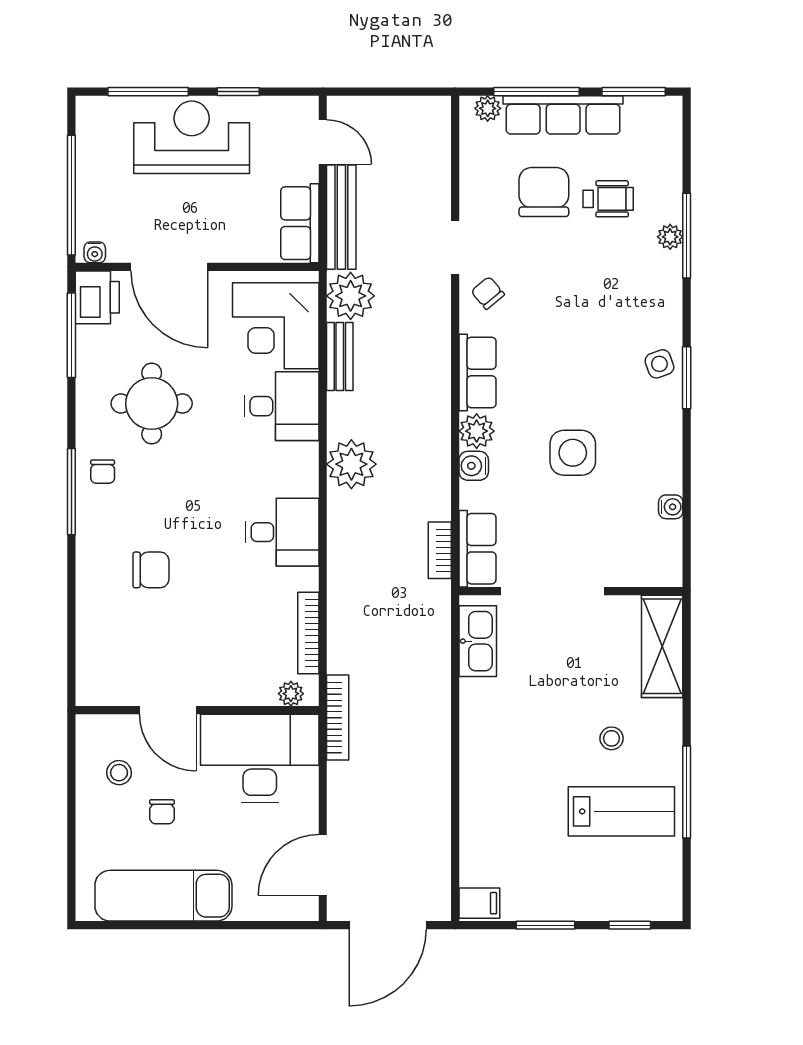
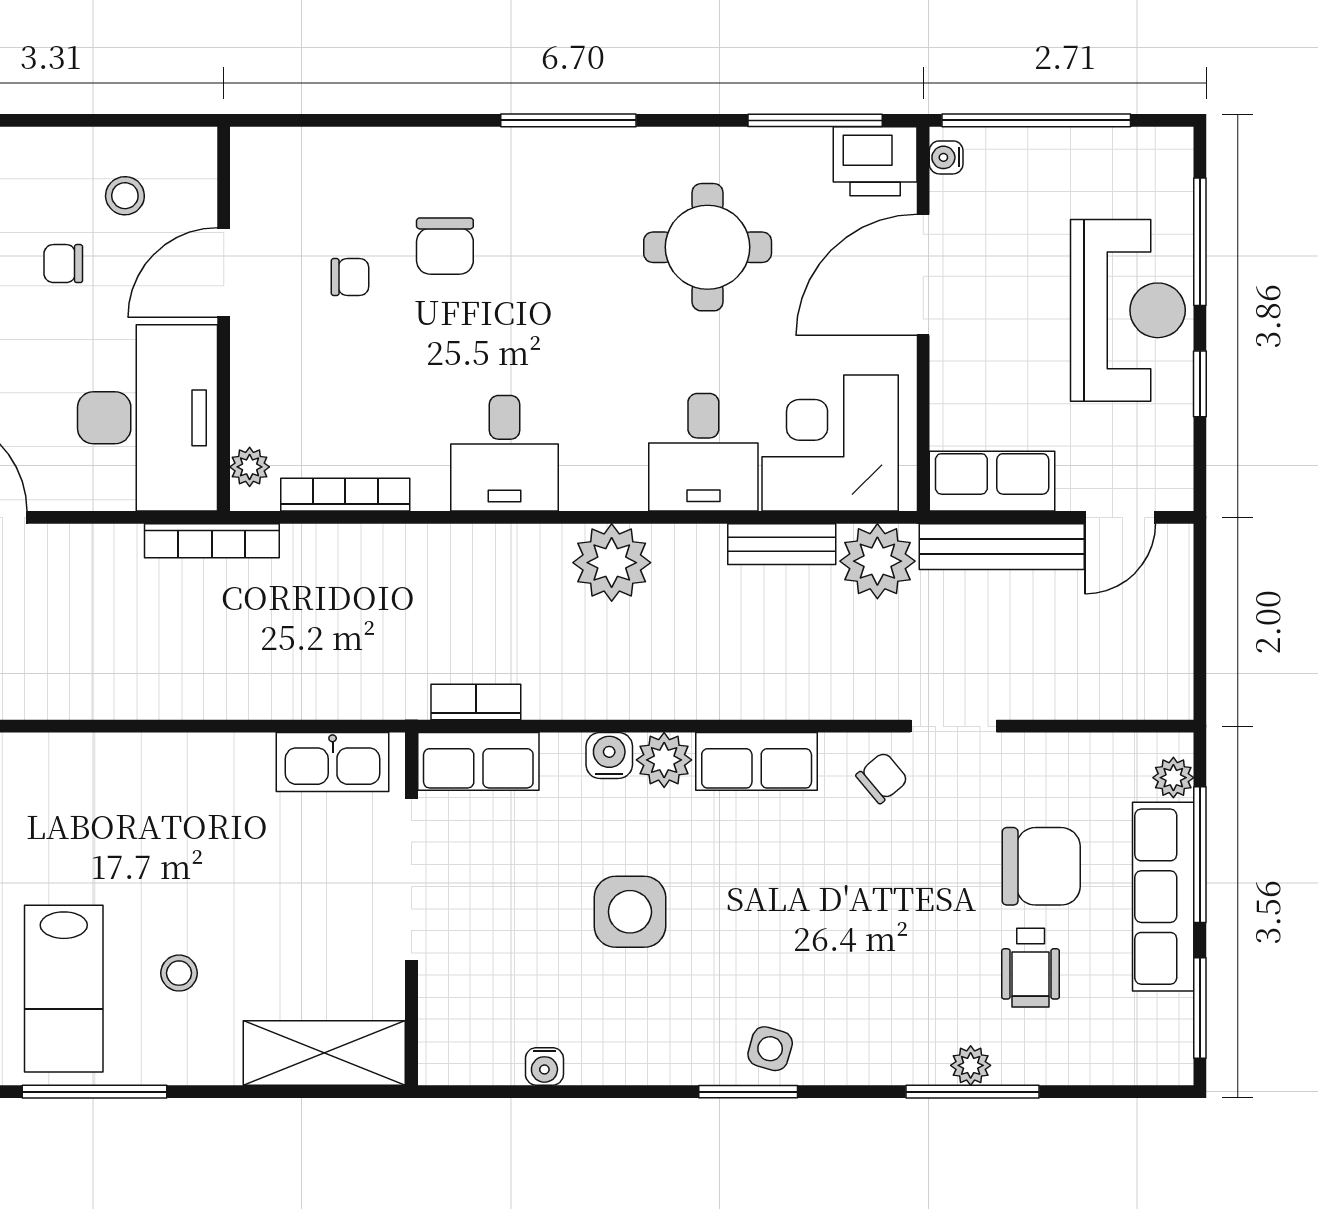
side table: (659, 364) -> (770, 1049), turned 36
chair: (103, 472) -> (350, 277), moved, turned 180

